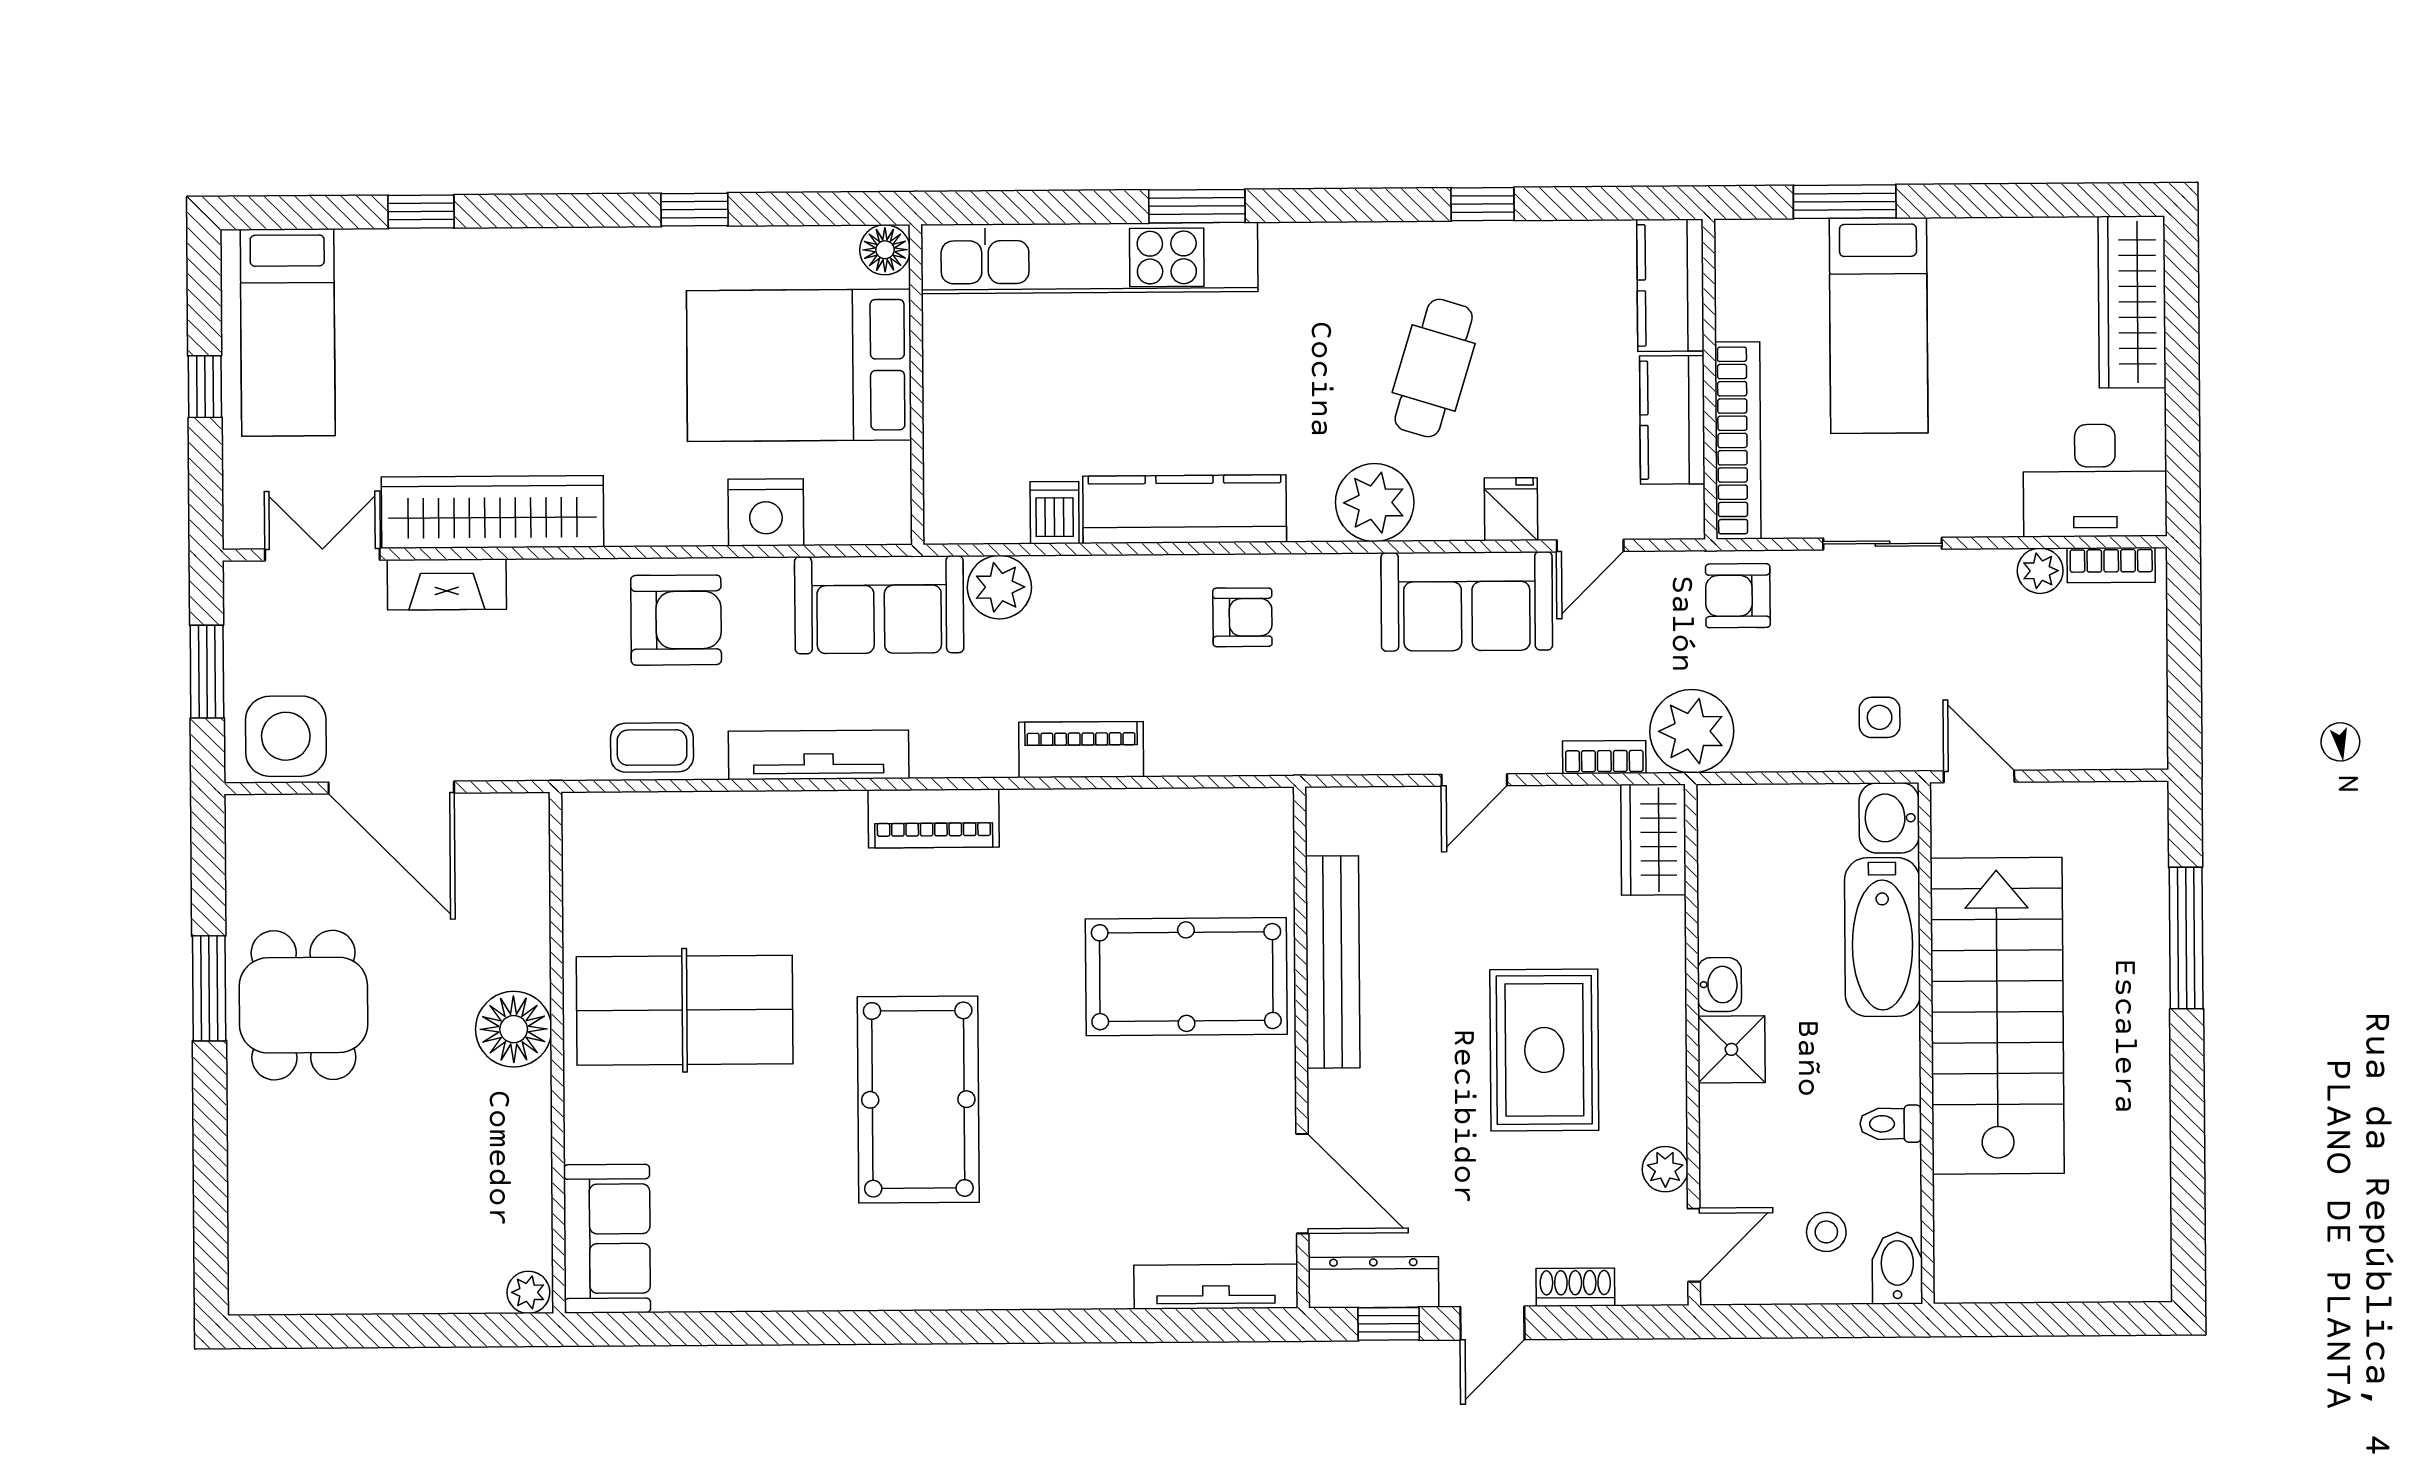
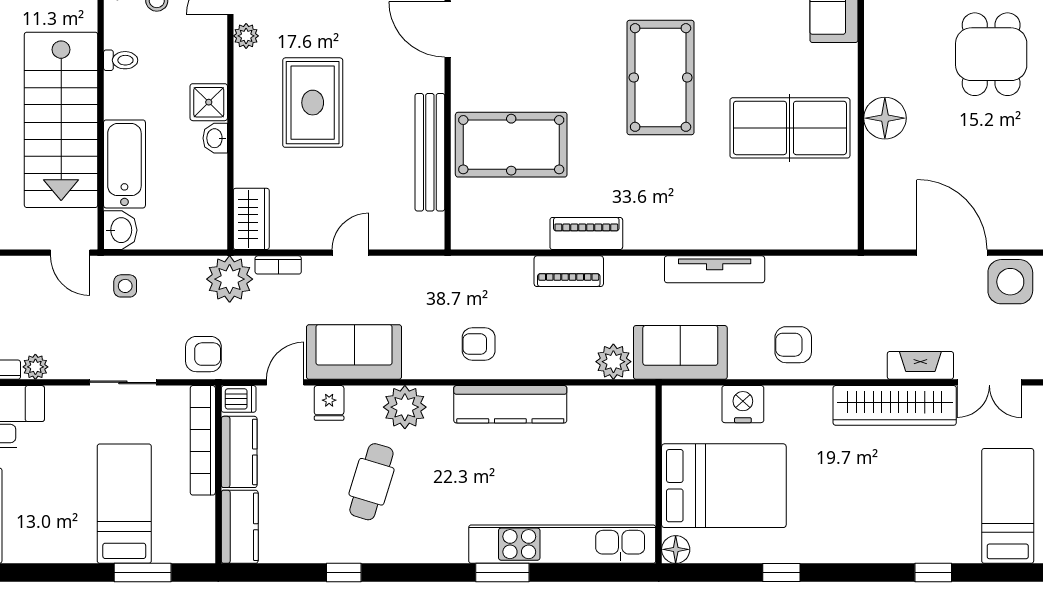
dishwasher: (1055, 513) -> (239, 399), moved, turned -90
armchair: (676, 620) -> (793, 345), width x0.72, depth x0.72
coffee table: (652, 747) -> (807, 274), removed
piano: (934, 818) -> (586, 234), moved
dining table: (303, 1005) -> (991, 54), moved

